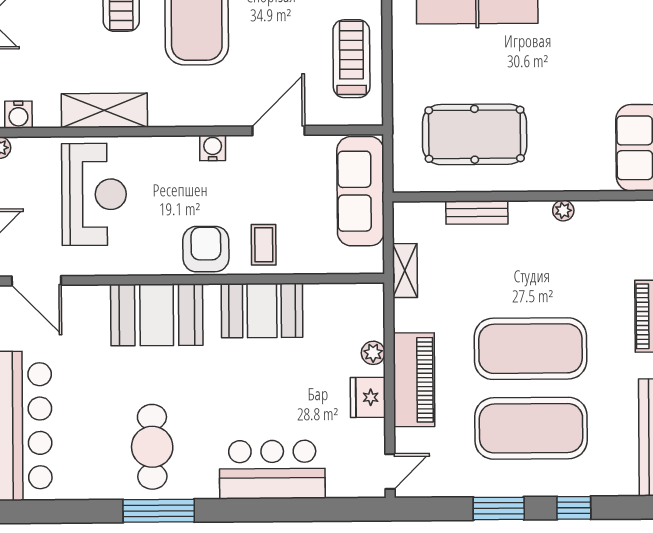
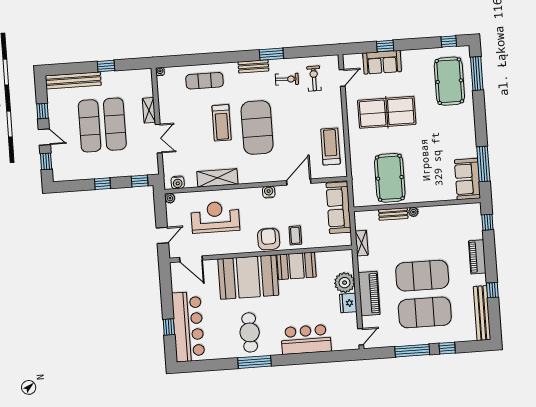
pool table: (475, 134) -> (390, 178), turned 90
reception desk: (94, 194) -> (215, 217), turned -90
plant: (563, 211) -> (413, 212), moved
booth: (157, 315) -> (248, 277), width x1.36, depth x1.42
plant: (373, 353) -> (345, 283), width x1.87, depth x1.87
window: (499, 508) -> (412, 351), width x1.44

